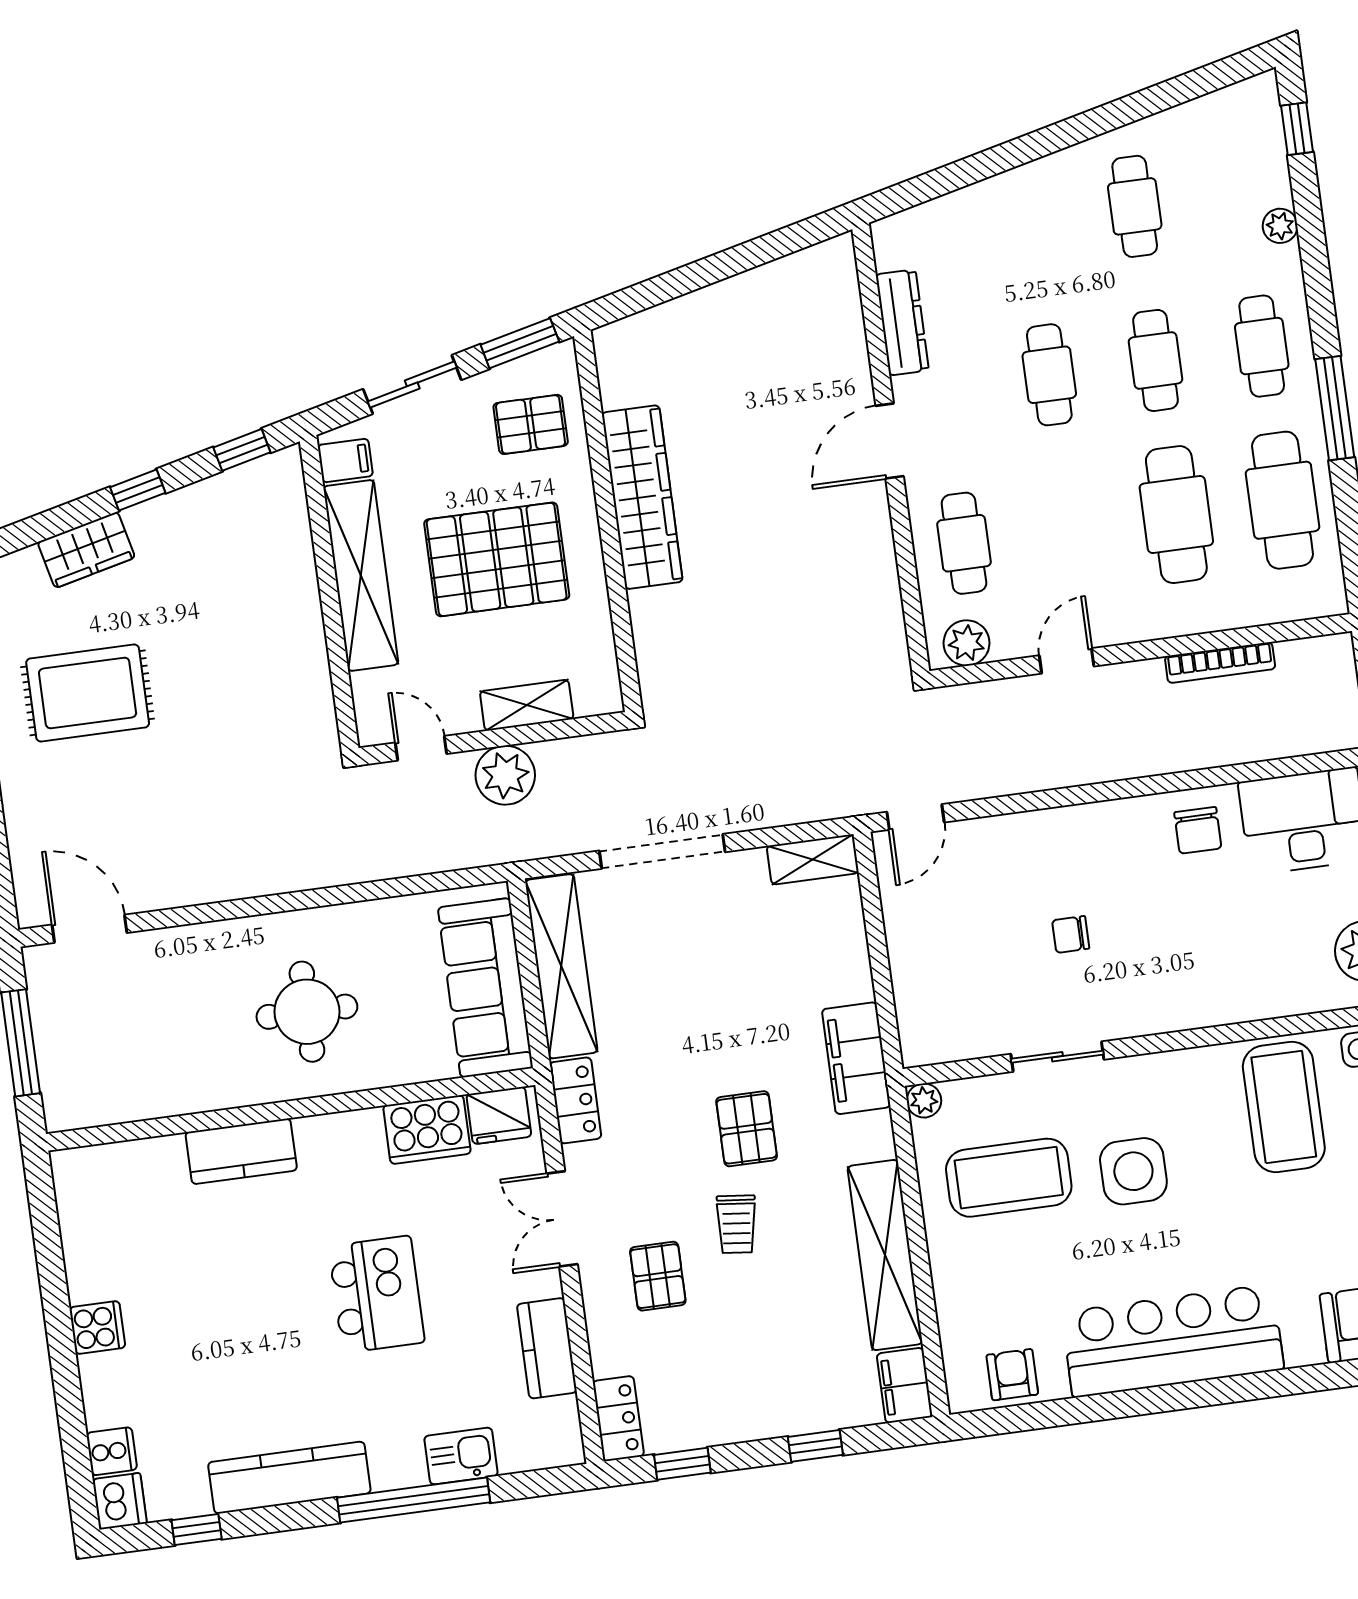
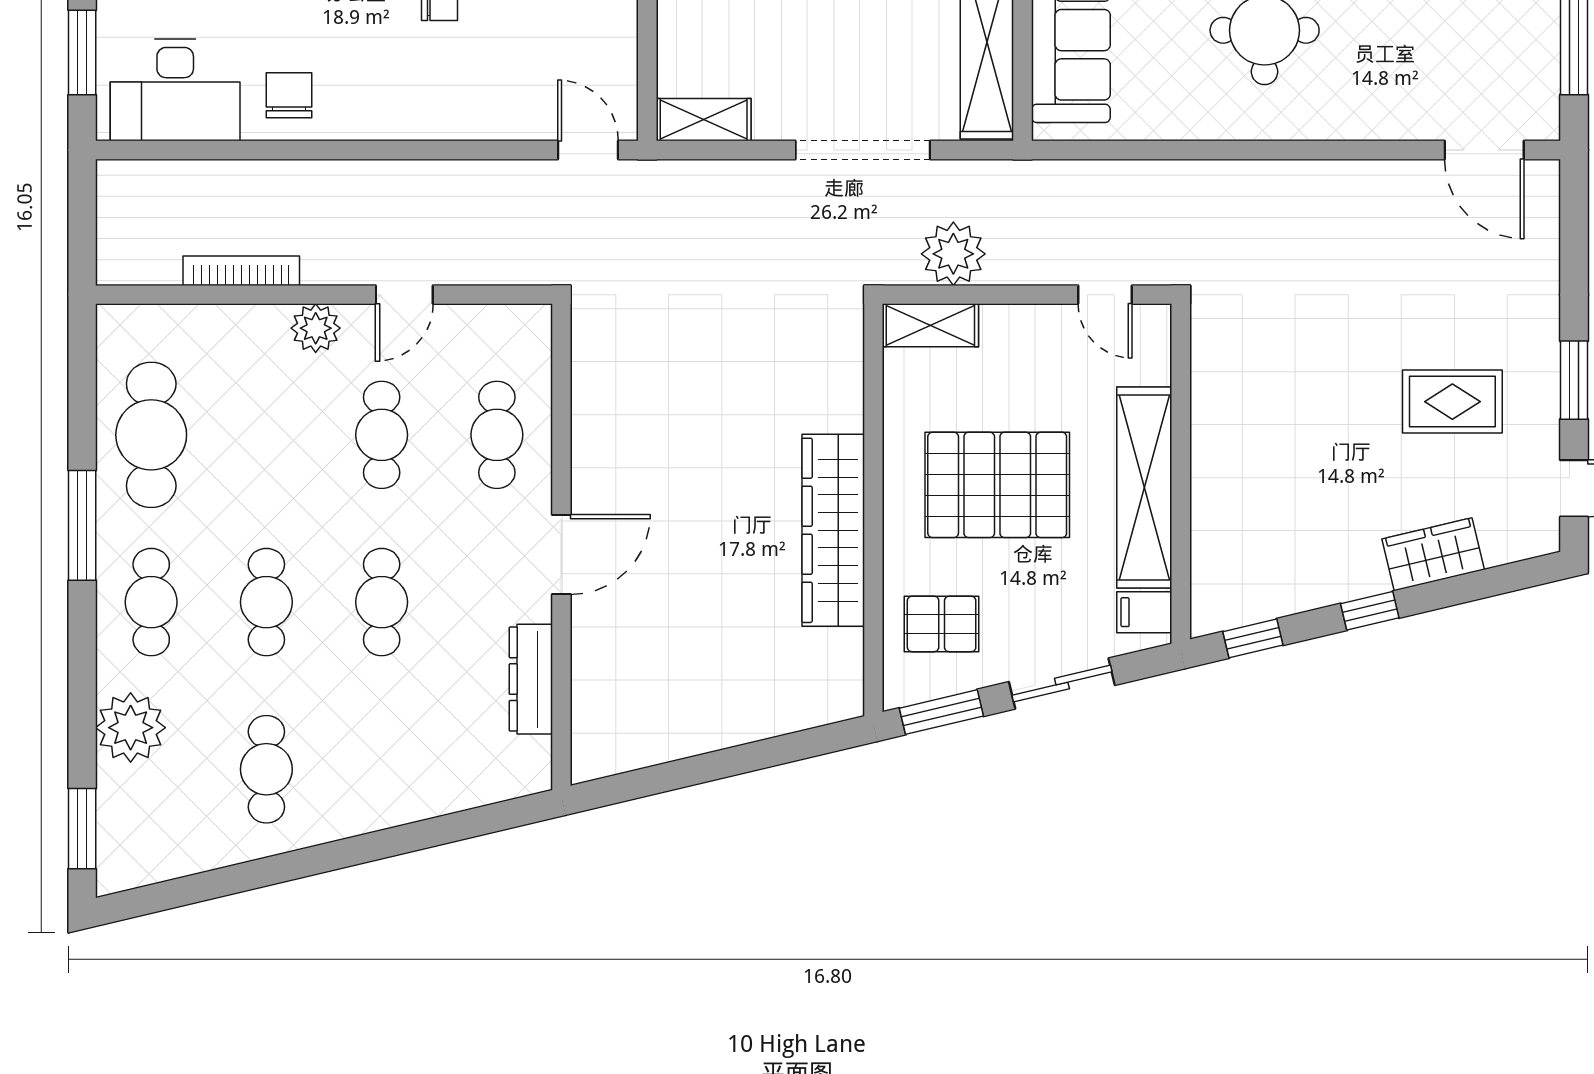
window: (1297, 129) -> (82, 829), width x1.50
plant: (1280, 226) -> (131, 728), width x1.88, depth x1.88
cafe table: (1176, 515) -> (382, 435), moved, width x0.73, depth x0.74
plant: (967, 643) -> (316, 328), moved
rug: (88, 693) -> (1452, 402), width x0.73, depth x0.70
shelving: (527, 705) -> (930, 325), moved
plant: (505, 775) -> (953, 254), moved
door: (915, 817) -> (588, 150), hinge flipped

